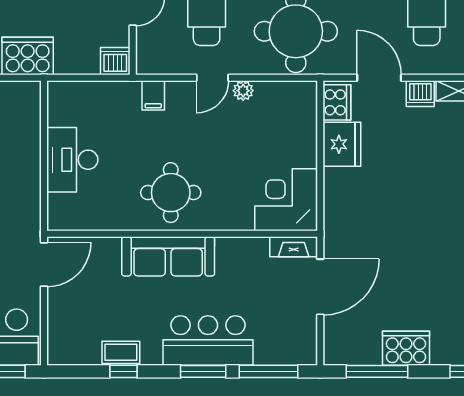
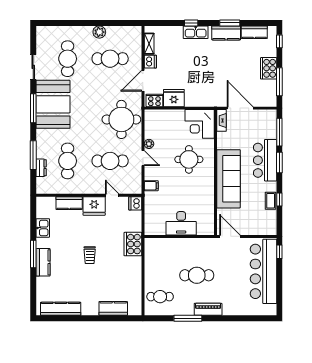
round table: (171, 193) -> (189, 159), moved
sofa: (168, 256) -> (228, 179), width x1.36, depth x1.27

